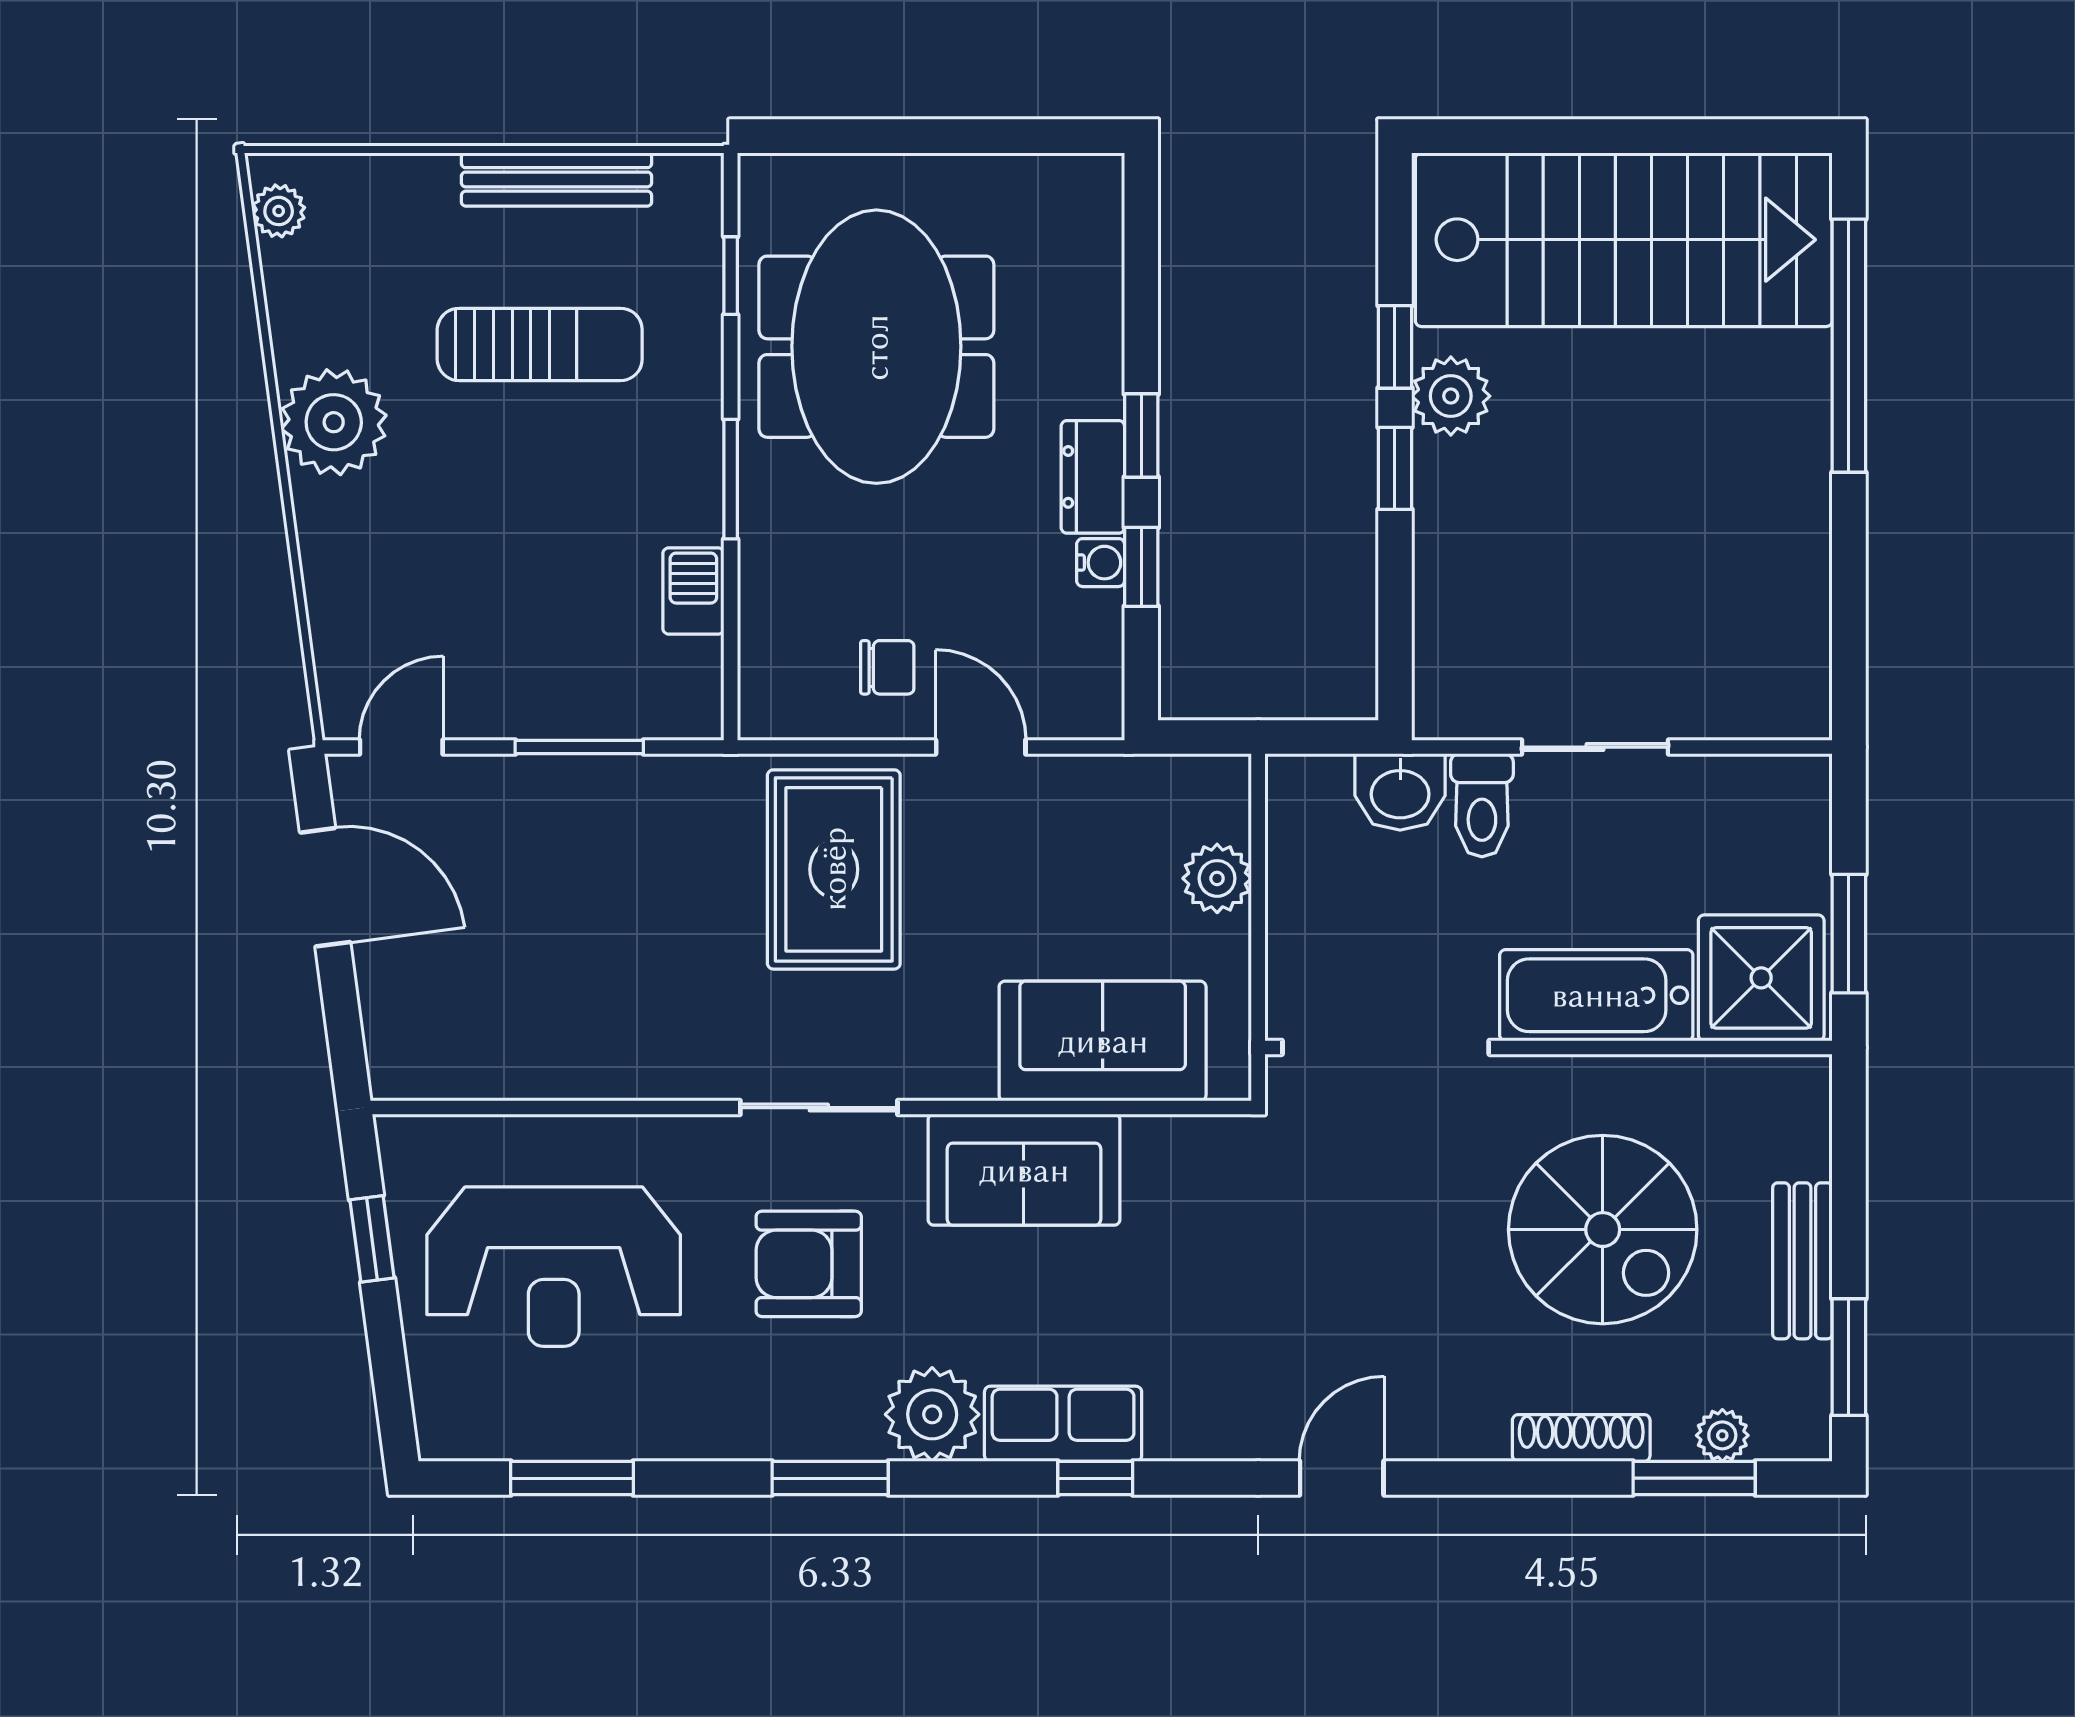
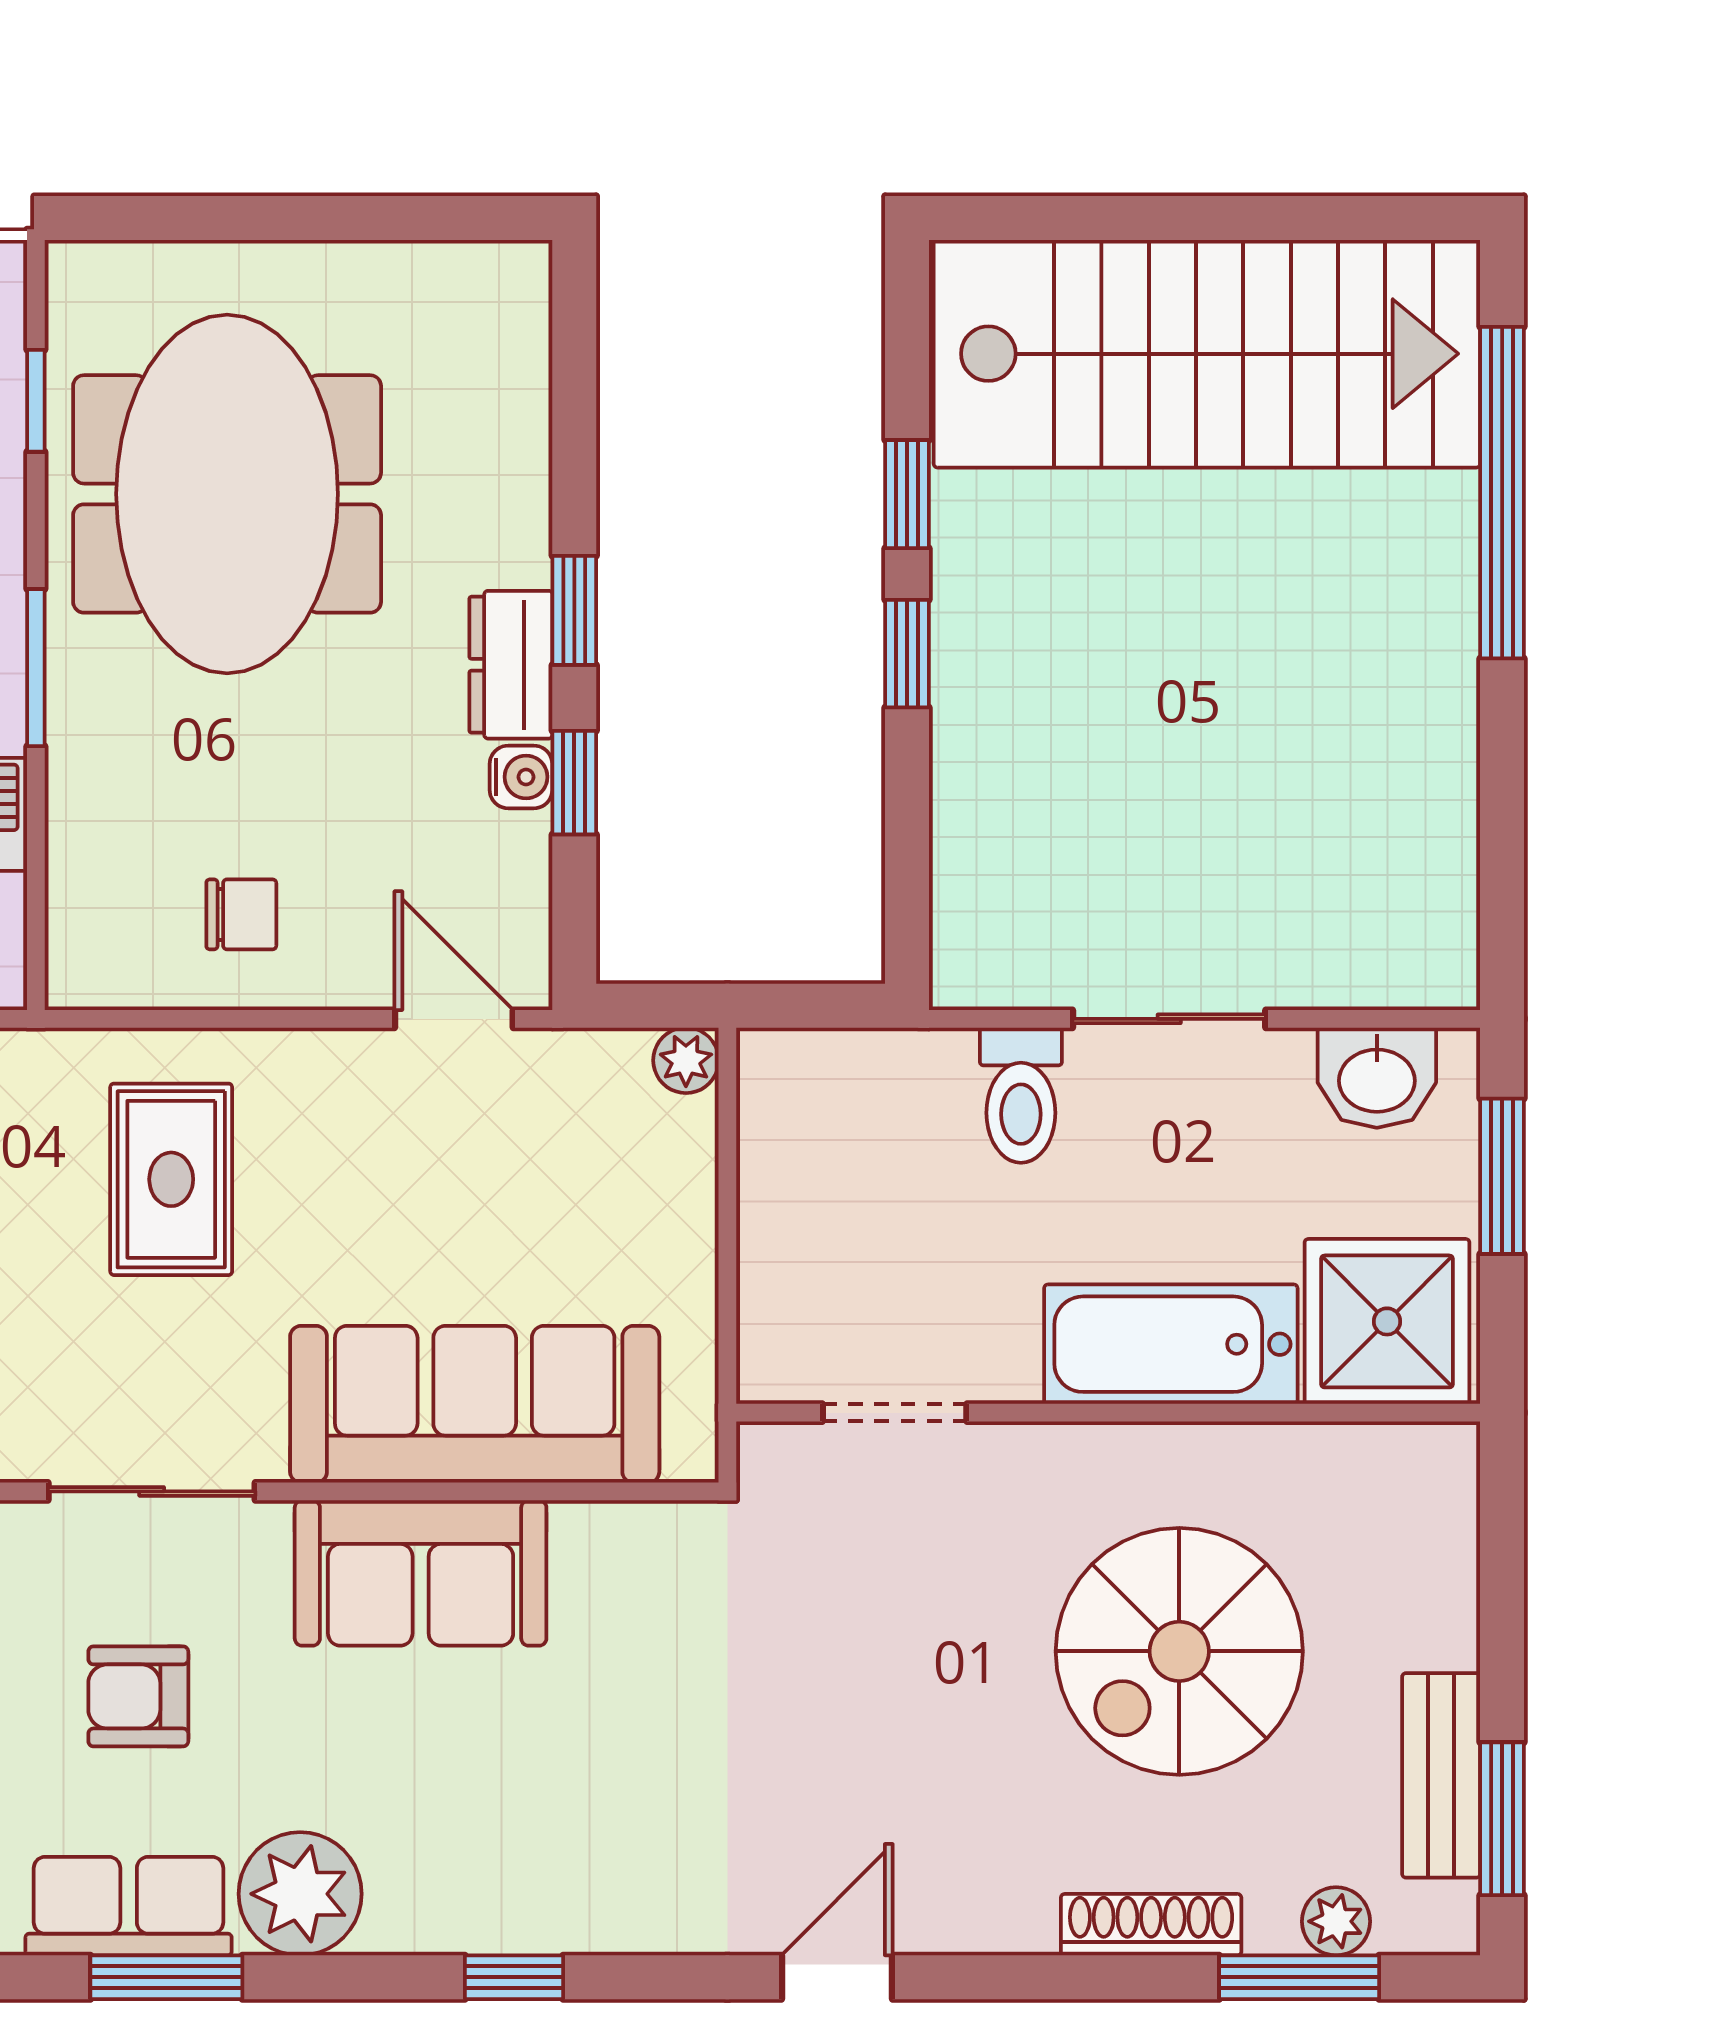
plant: (1451, 396) -> (980, 559), removed
door: (981, 747) -> (454, 1019), moved
washbasin: (1400, 792) -> (1377, 1078), moved
rug: (834, 869) -> (171, 1179), width x0.73, depth x0.70
plant: (1217, 878) -> (686, 1060), moved, width x0.73, depth x0.73
window: (1849, 934) -> (1502, 1176), moved
sofa: (1103, 1041) -> (475, 1404), width x1.36
doorway: (1386, 1047) -> (895, 1413), width x0.53
spiral stairs: (1603, 1230) -> (1179, 1651), turned 90
bench: (1802, 1261) -> (1441, 1775), moved
armchair: (809, 1264) -> (138, 1696), width x0.72, depth x0.72
row of seats: (1063, 1424) -> (129, 1906), moved

